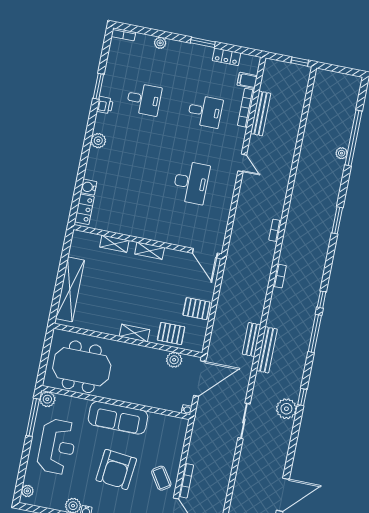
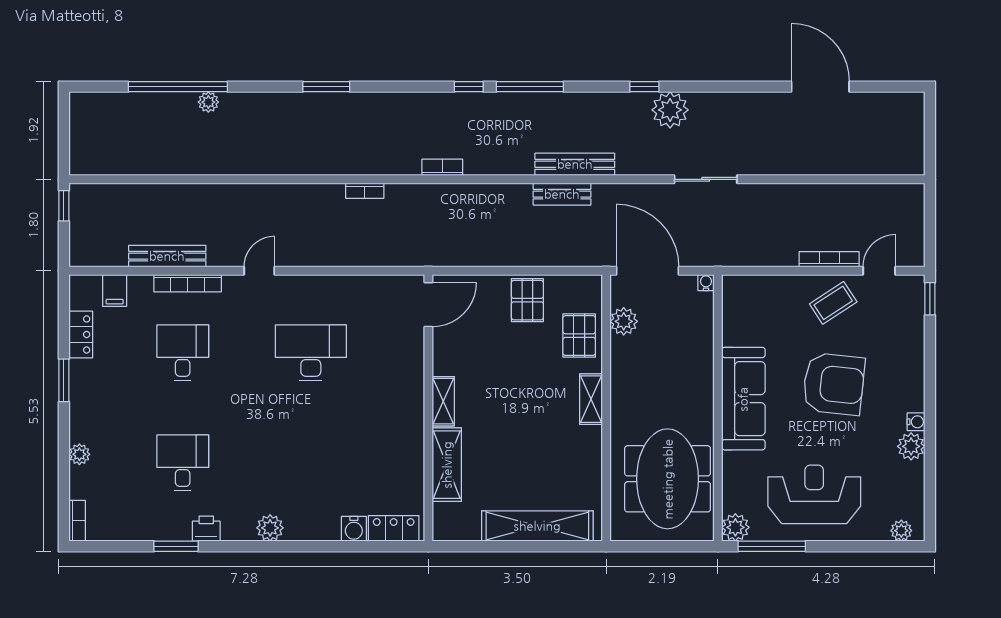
bookcase: (246, 108) -> (188, 283), moved
shelving: (114, 244) -> (447, 465), width x1.50, depth x1.33

